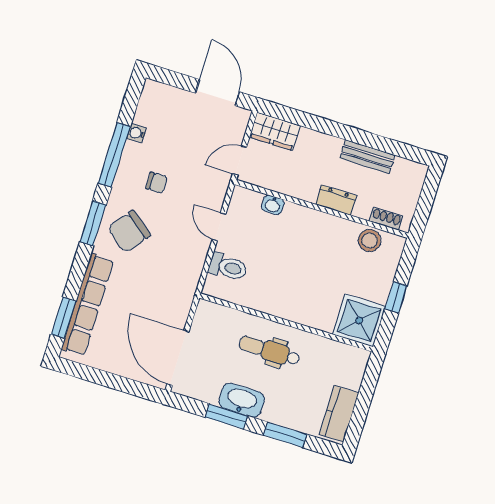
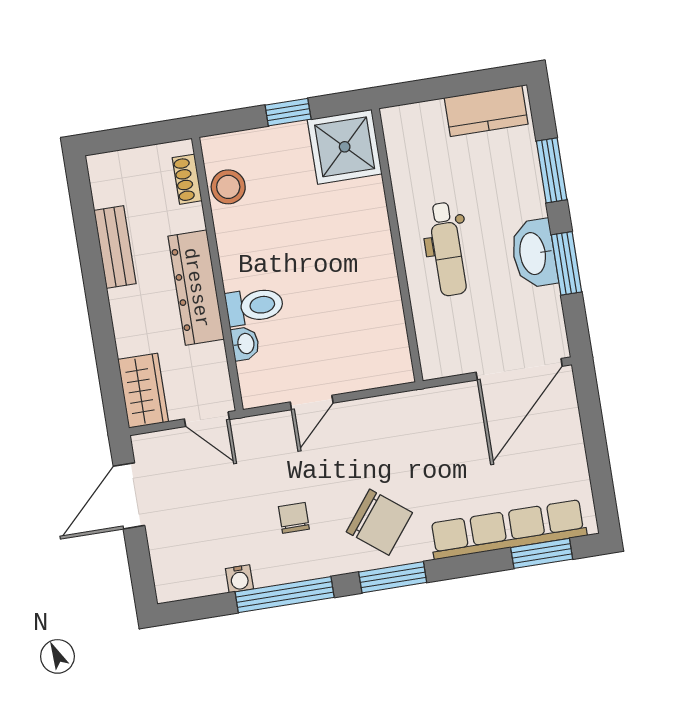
dresser: (336, 200) -> (196, 288), width x1.96, depth x1.24
toilet: (228, 267) -> (255, 306), moved, turned 90

